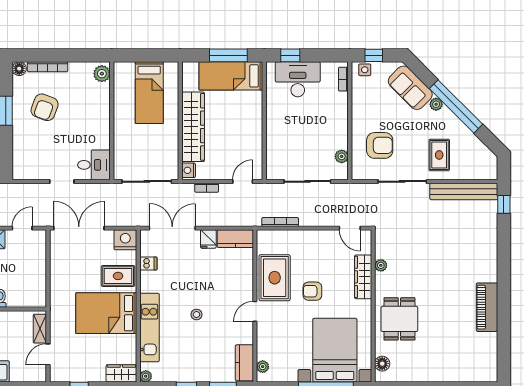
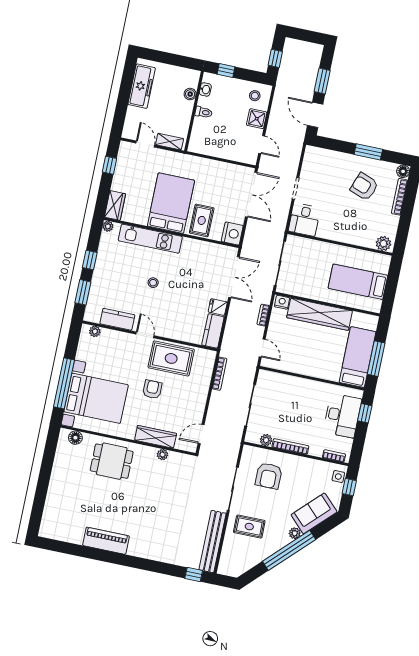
bookcase: (343, 129) -> (290, 447), added
dishwasher: (148, 263) -> (207, 249), removed
kitchen counter: (244, 363) -> (117, 319), moved

